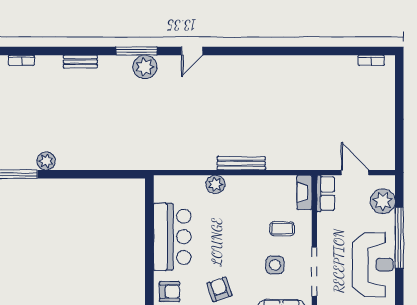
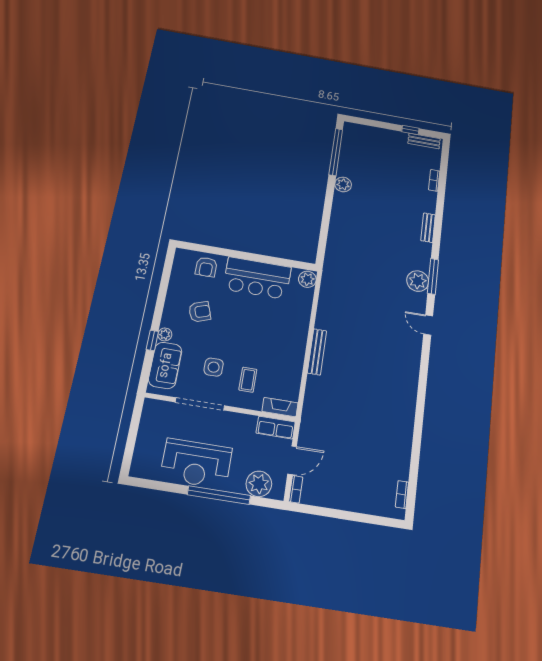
bookcase: (382, 165) -> (296, 489), added
plant: (215, 184) -> (307, 279), moved

